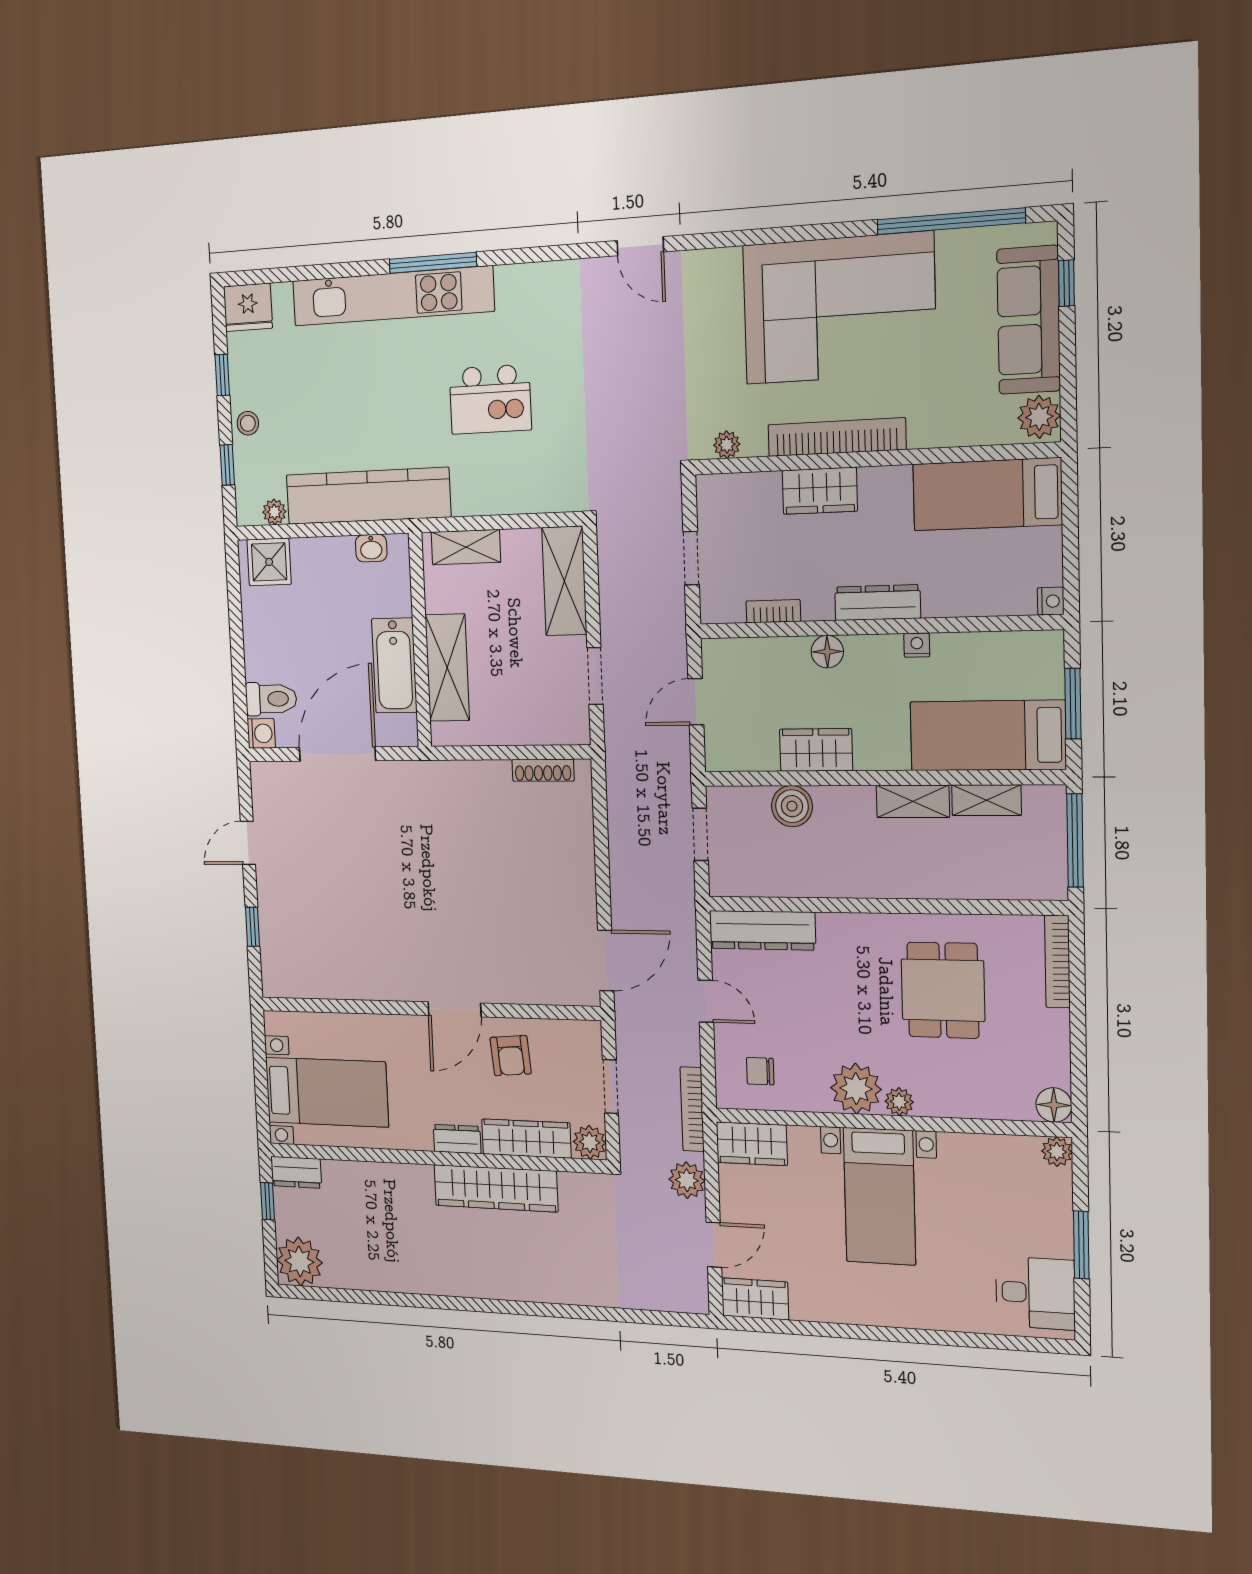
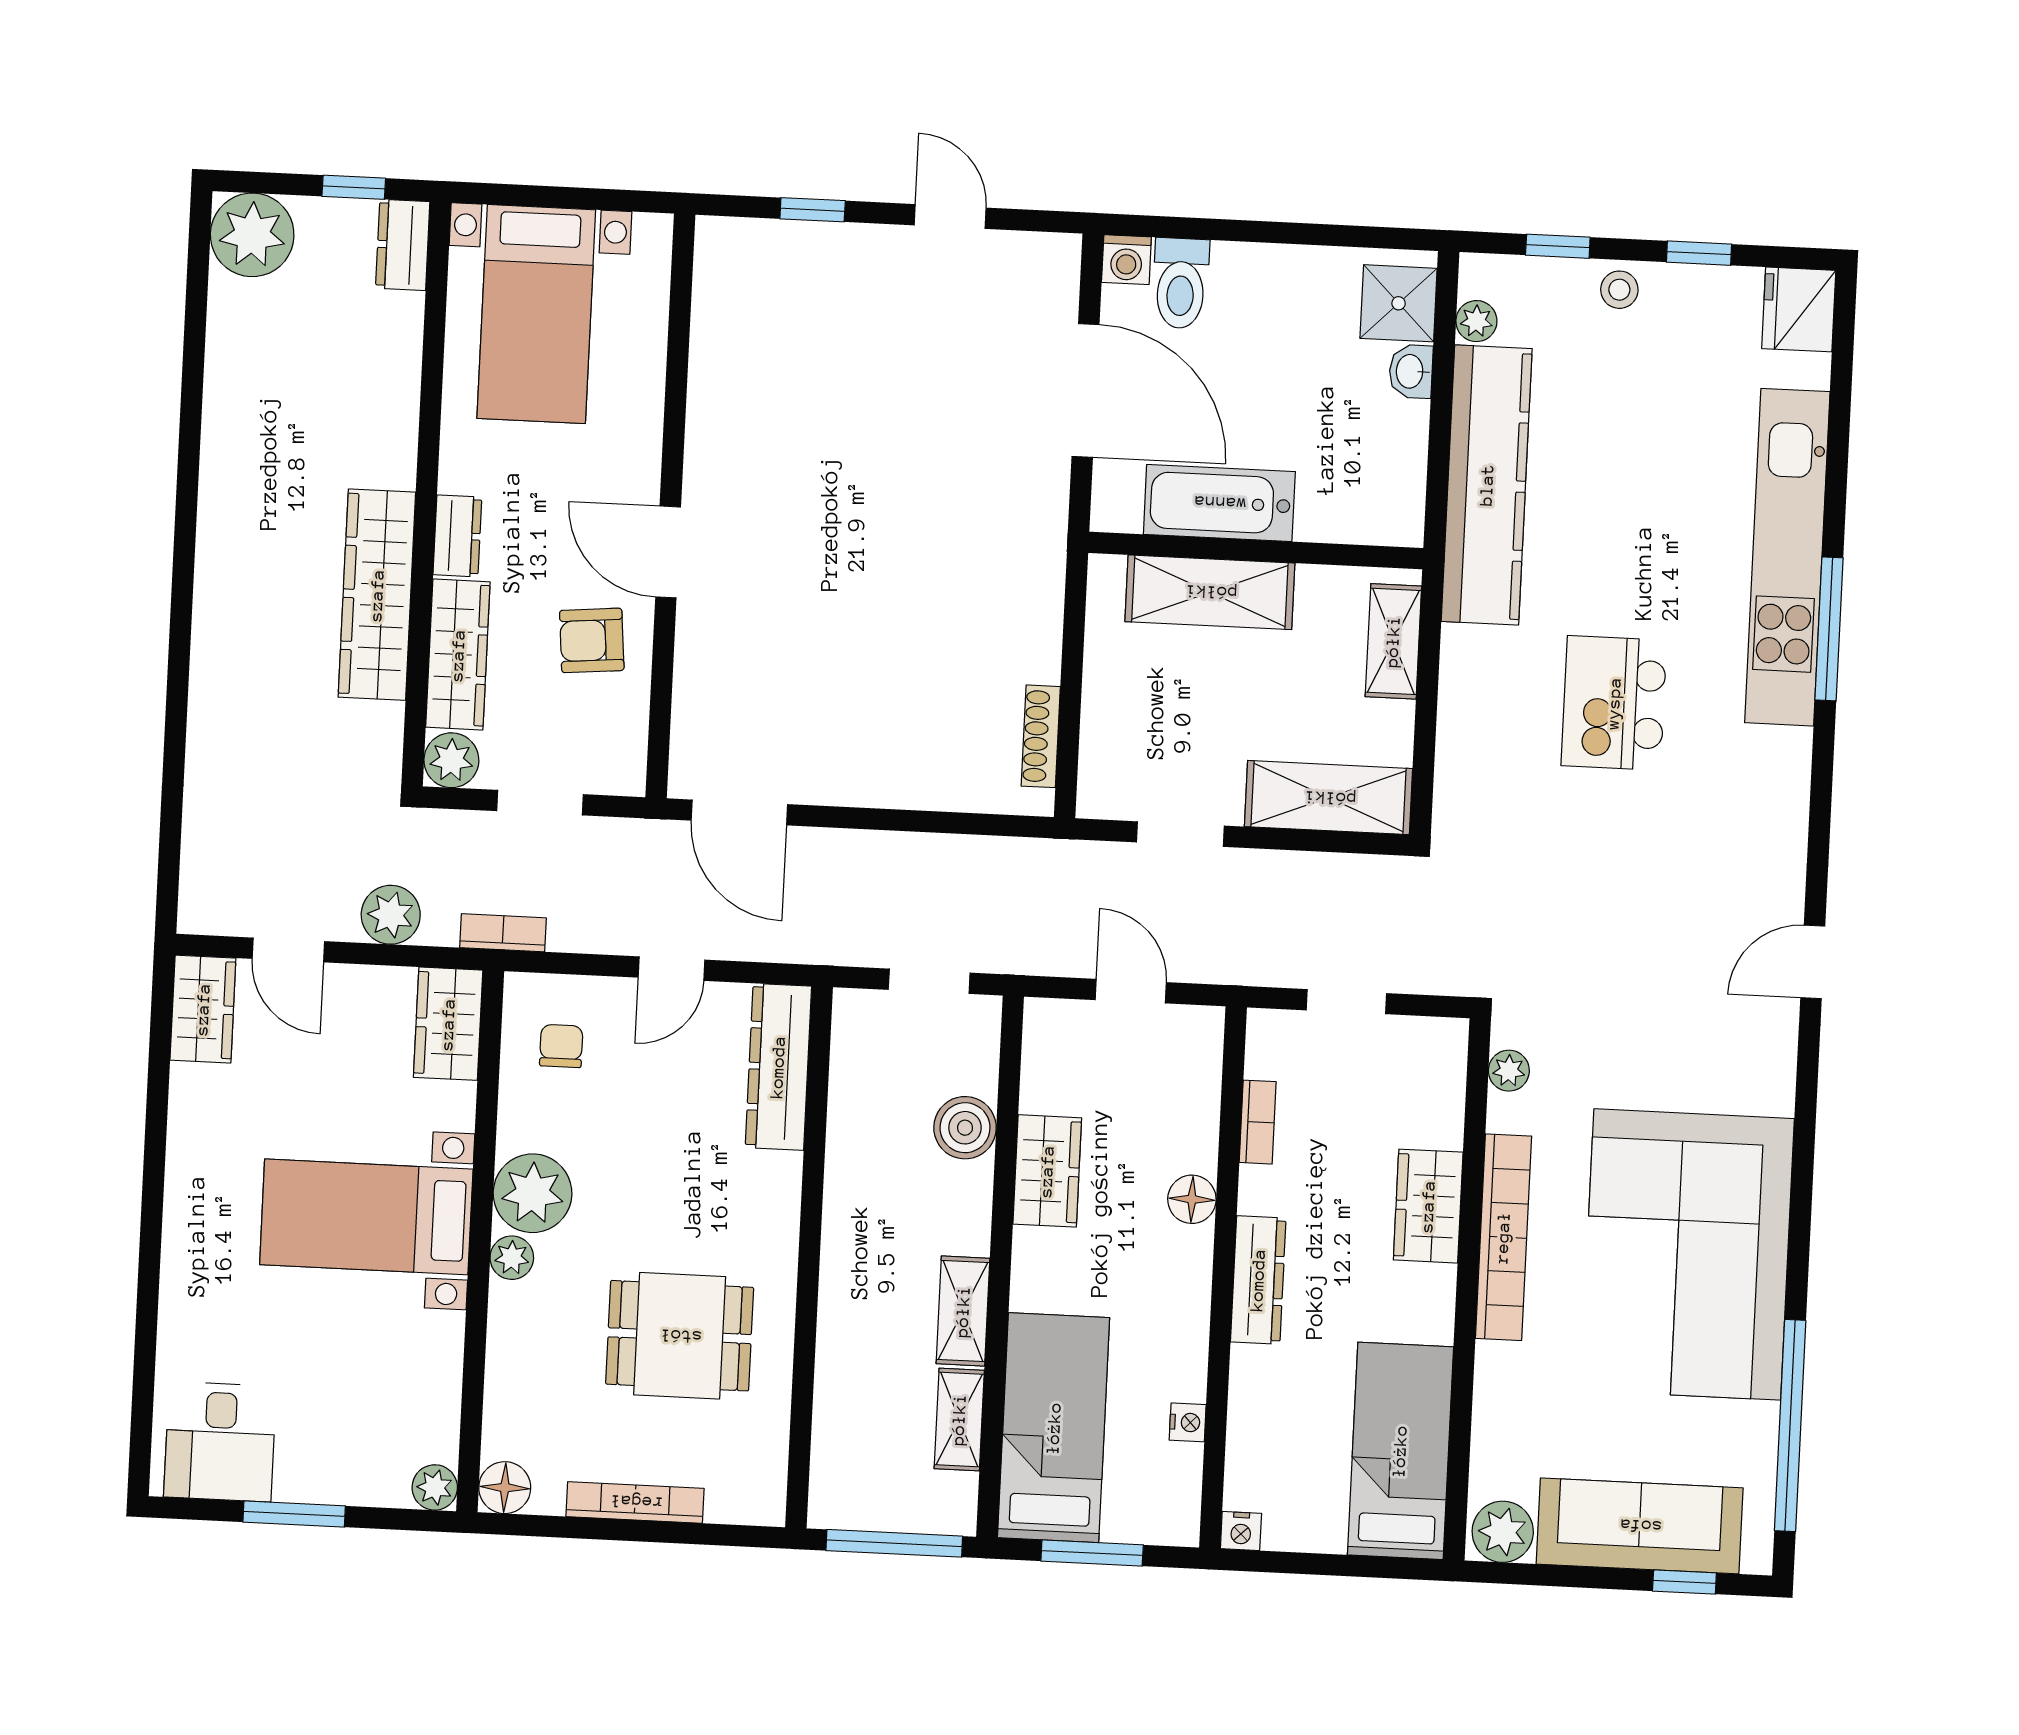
washbasin: (371, 548) -> (1411, 371), moved
nightstand: (917, 645) -> (1188, 1422), moved
bookcase: (1057, 962) -> (635, 1502), moved
bookcase: (692, 1109) -> (503, 933), width x0.64

